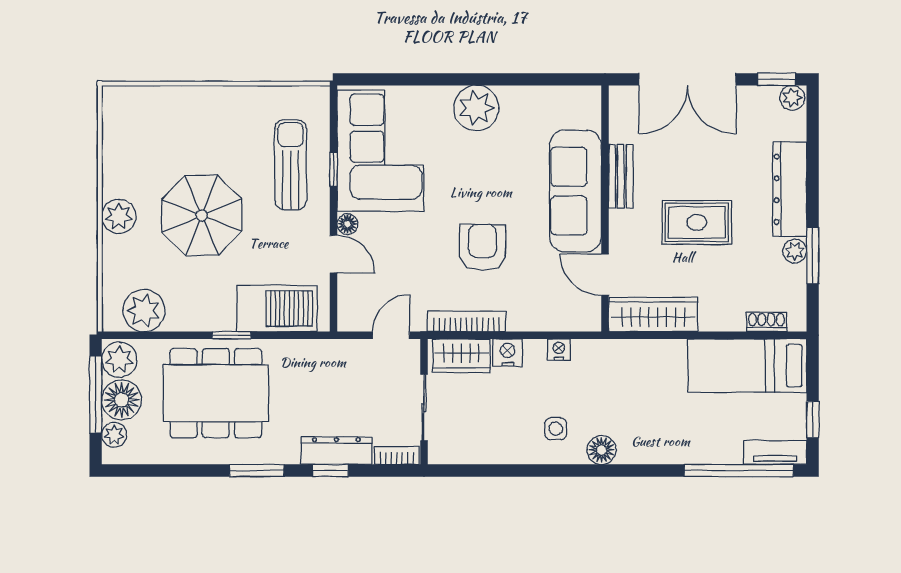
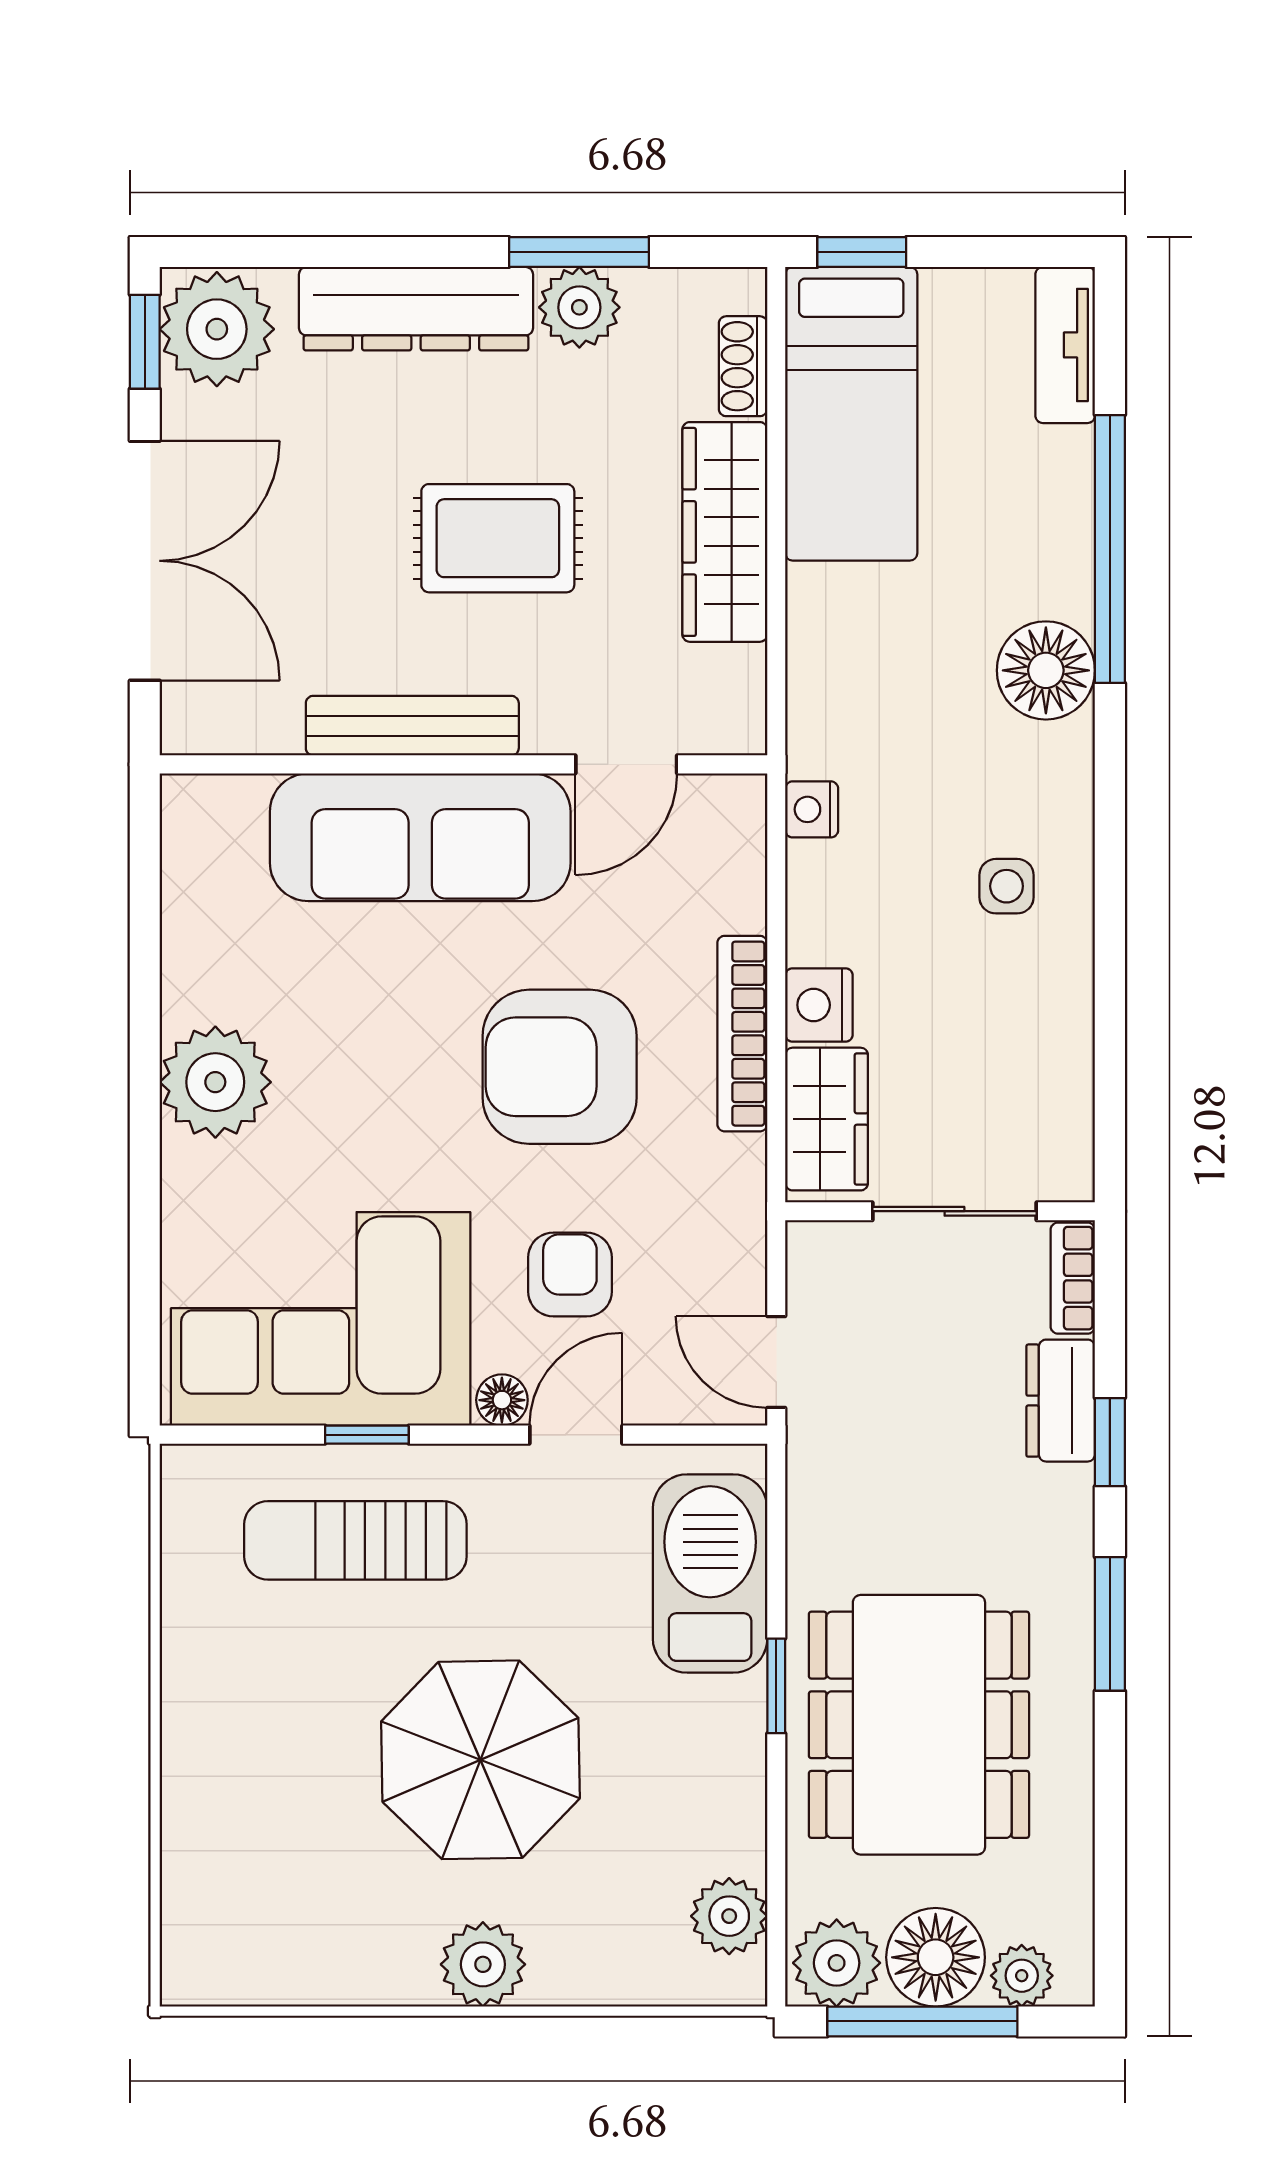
plant: (792, 98) -> (217, 329), width x1.87, depth x1.87
bench: (621, 176) -> (412, 726), width x1.36
rug: (697, 222) -> (498, 538), turned 90
armchair: (483, 247) -> (560, 1067), width x1.36, depth x1.36
plant: (795, 251) -> (579, 307), width x1.38, depth x1.38
armchair: (398, 252) -> (570, 1275), added
plant: (144, 311) -> (729, 1916), width x0.73, depth x0.73
wardrobe: (653, 314) -> (725, 532), moved
bookcase: (466, 322) -> (742, 1034), moved
door: (391, 335) -> (776, 1362), moved
nightstand: (559, 350) -> (812, 809), moved
window: (813, 419) -> (862, 252), moved
floor lamp: (602, 450) -> (1046, 670), moved, width x1.38, depth x1.38
dresser: (336, 451) -> (1061, 1401), width x0.70
window: (739, 471) -> (1110, 549), moved

